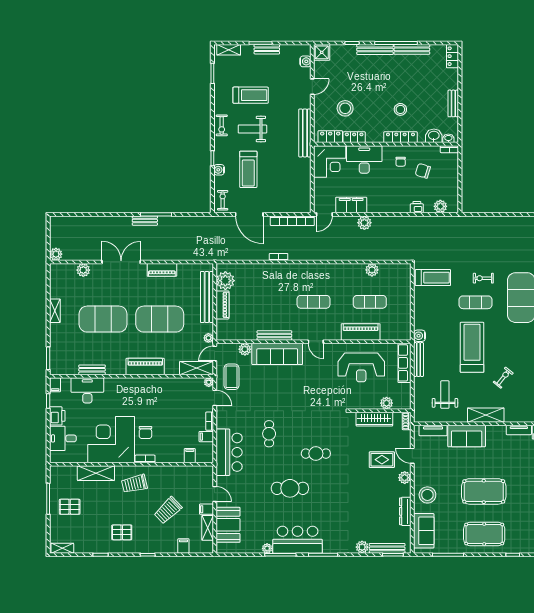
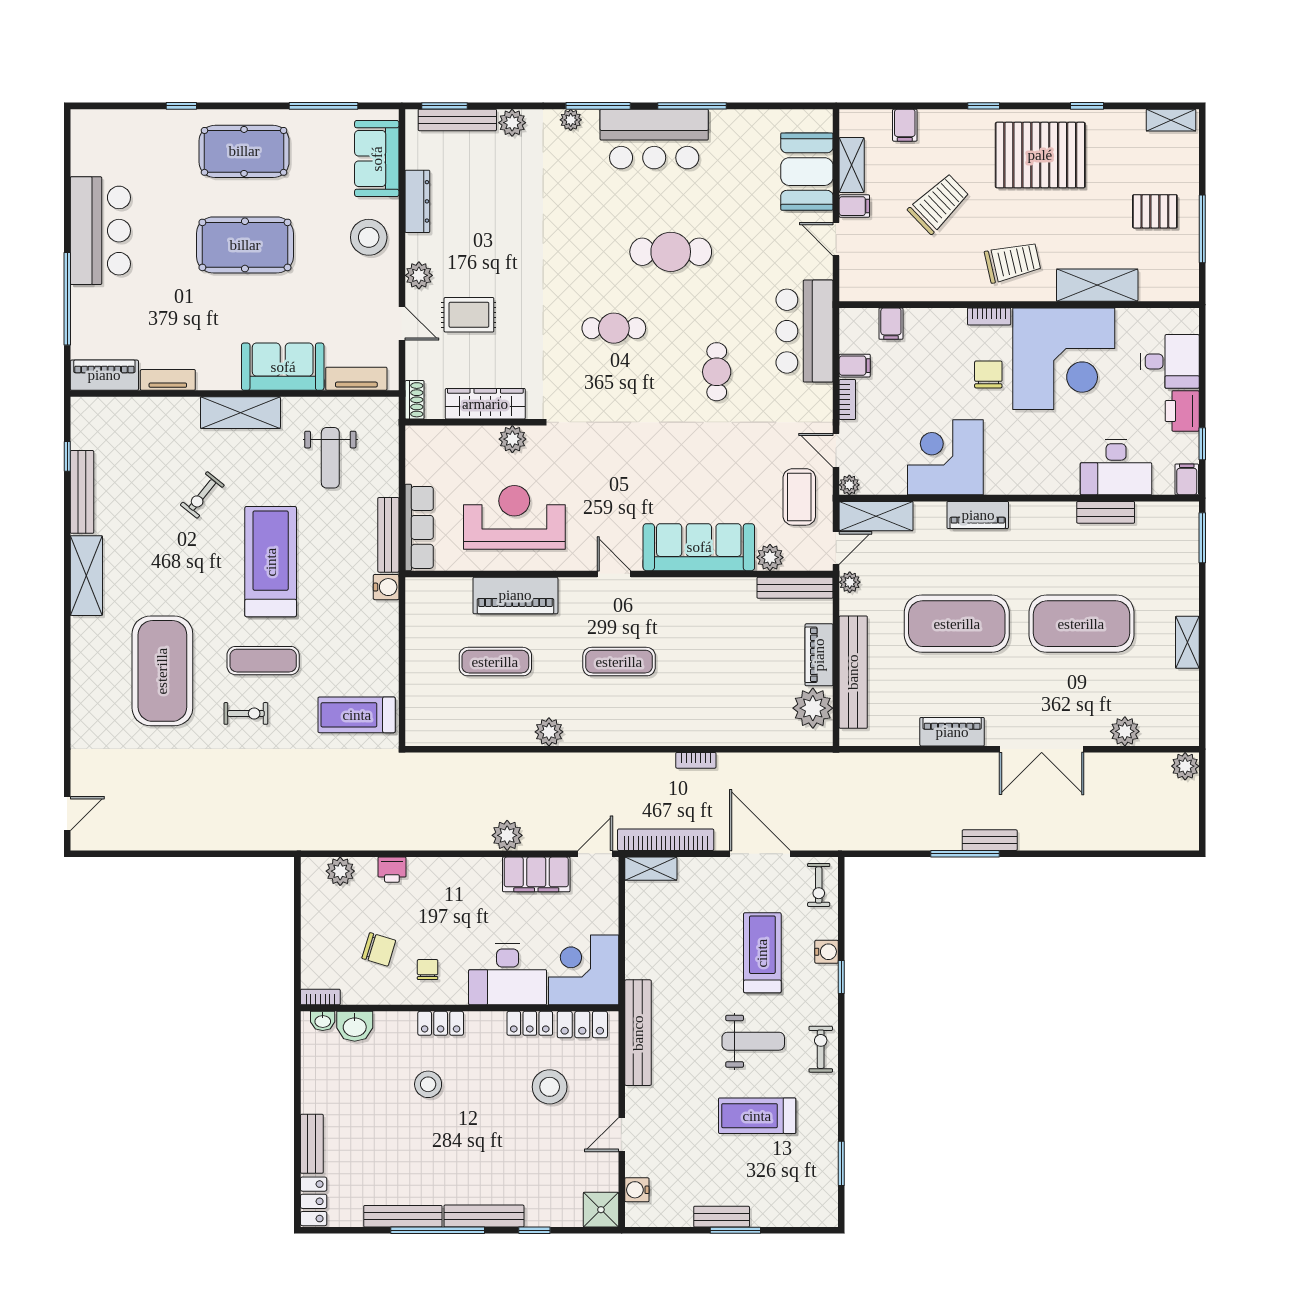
shelving: (229, 50) -> (651, 869), moved
bench: (453, 103) -> (312, 1144), moved
locker: (400, 137) -> (441, 1023), width x0.66
plant: (372, 270) -> (549, 732), moved
bench: (274, 335) -> (795, 588), moved
treadmill: (472, 347) -> (271, 562), turned 180
piano: (145, 367) -> (978, 515), width x0.73, depth x0.75
corner desk: (165, 395) -> (945, 457), added
plant: (386, 403) -> (512, 439), moved
pallet: (122, 532) -> (1040, 155), width x2.05, depth x2.00
plant: (267, 548) -> (571, 120), moved

